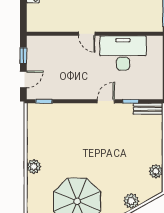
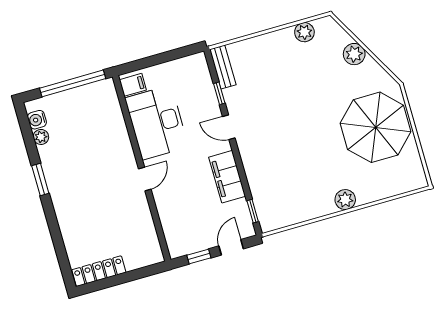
filing cabinet: (153, 44) -> (133, 85), added
door: (23, 79) -> (231, 247), hinge flipped
filing cabinet: (72, 90) -> (227, 177), added

